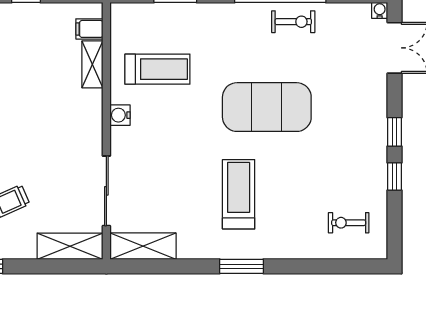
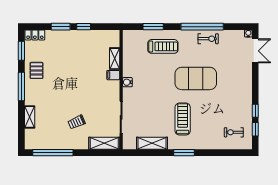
filing cabinet: (89, 29) -> (113, 75), moved
treadmill: (157, 69) -> (163, 46), moved
window: (395, 132) -> (255, 129), moved
shelving: (143, 246) -> (152, 143), moved

